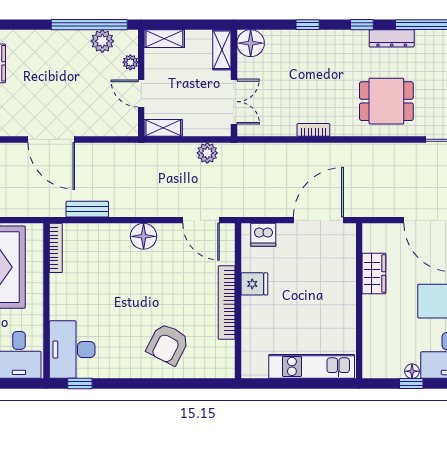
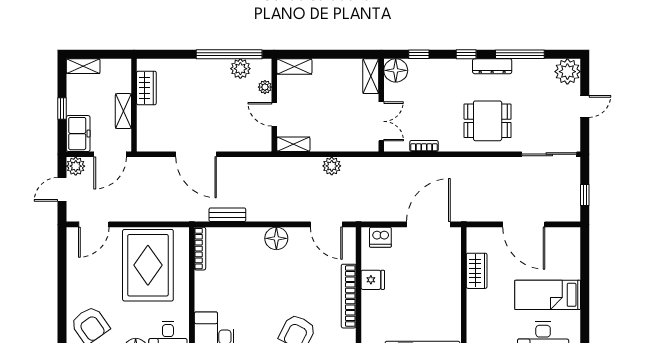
floor lamp: (251, 43) -> (396, 70), moved
shelving: (222, 50) -> (371, 76), moved
wall: (234, 83) -> (381, 105), moved
double door: (234, 102) -> (381, 121), moved

